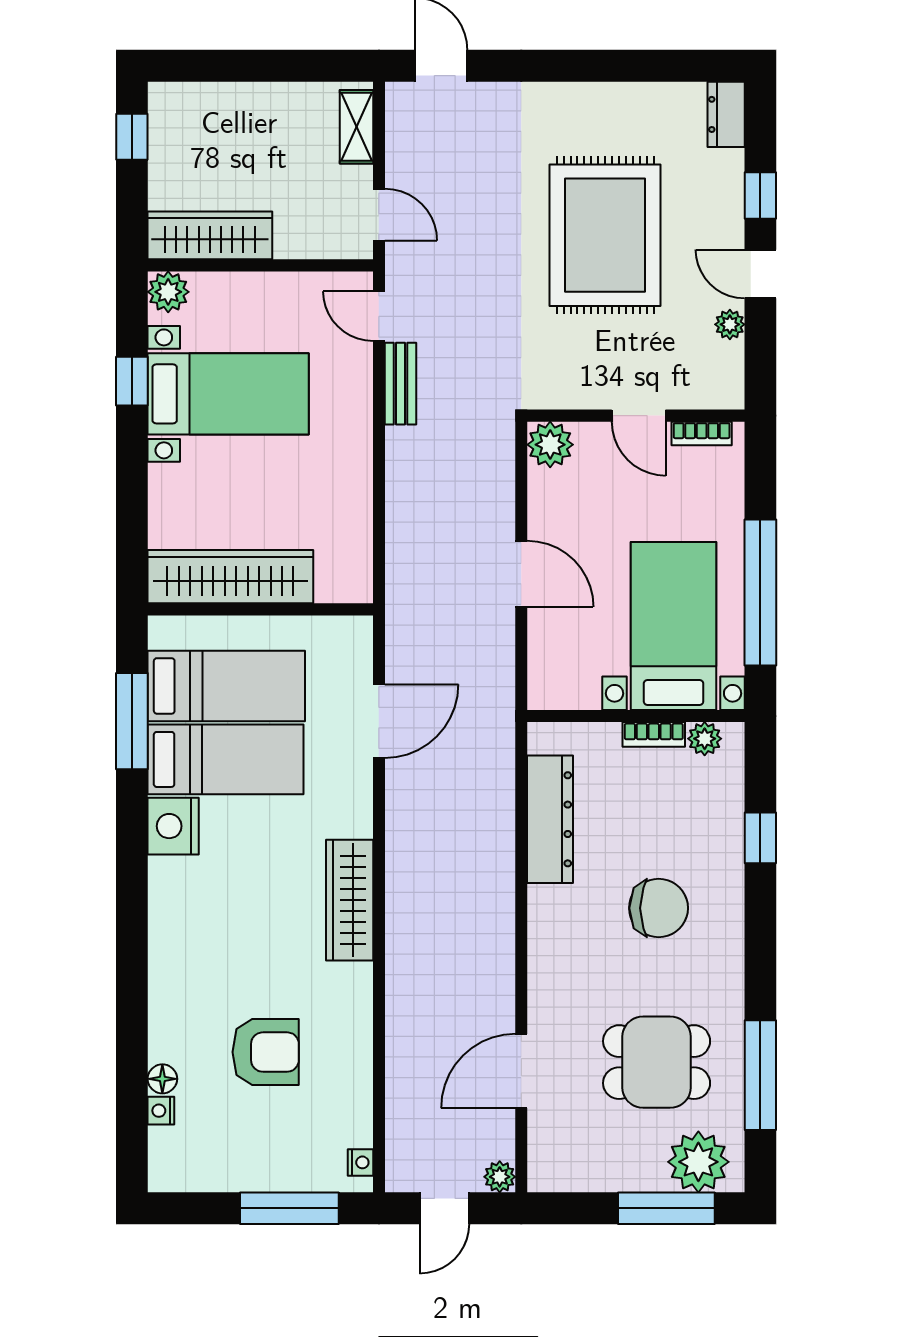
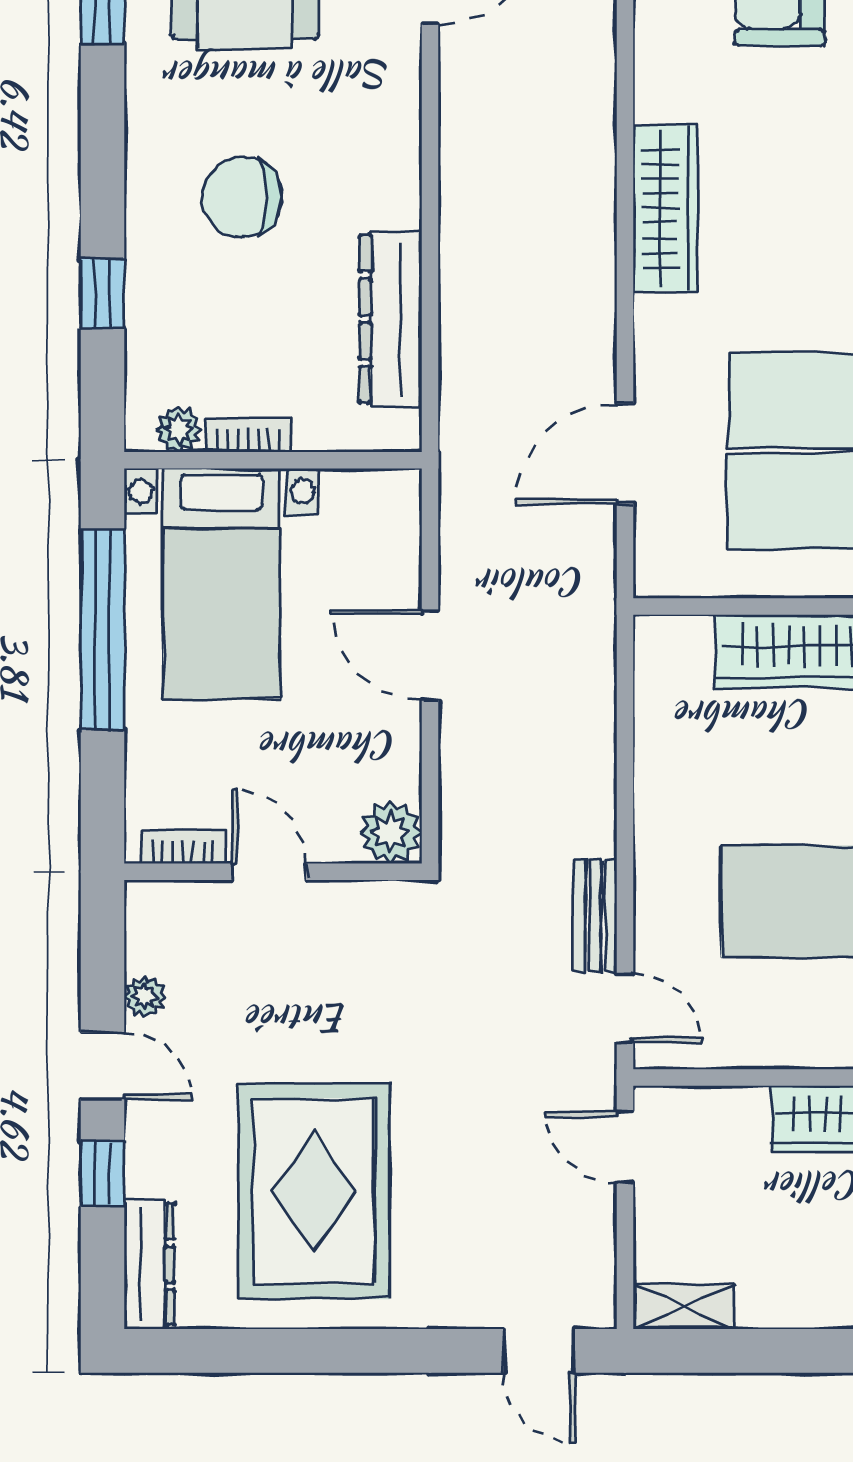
dresser: (726, 114) -> (149, 1265), width x1.44
shelving: (356, 127) -> (684, 1306), moved, turned 90
rug: (605, 235) -> (314, 1191), moved

